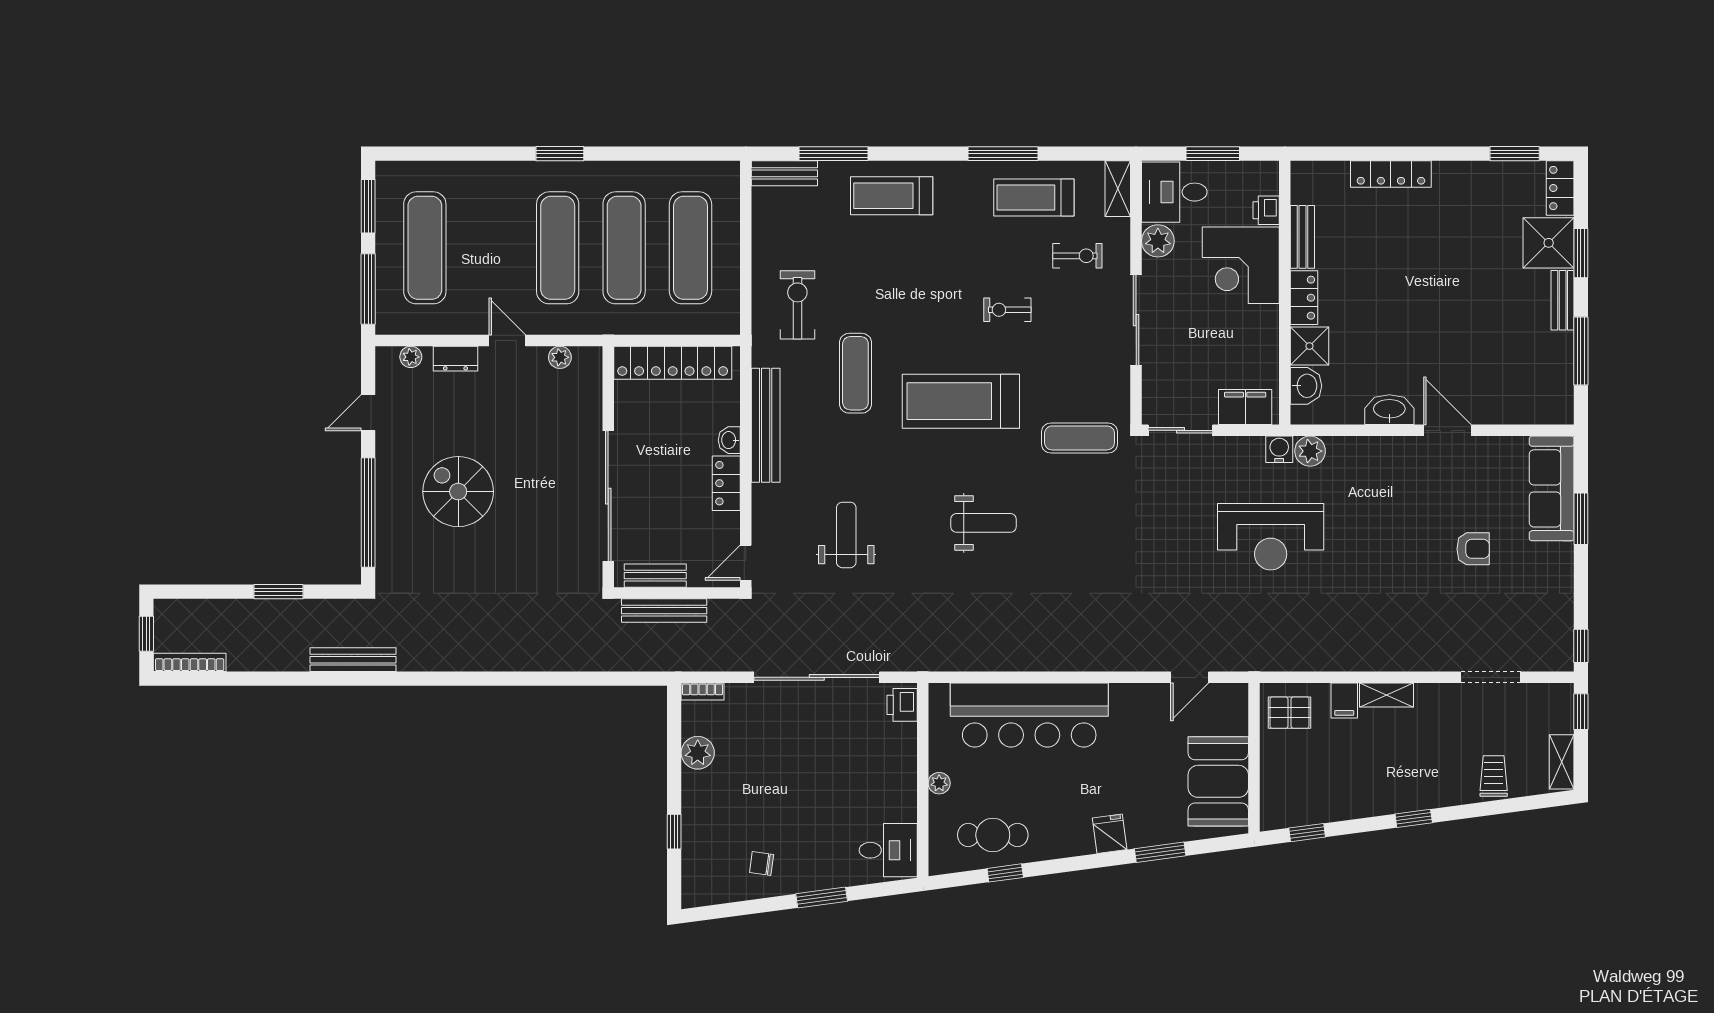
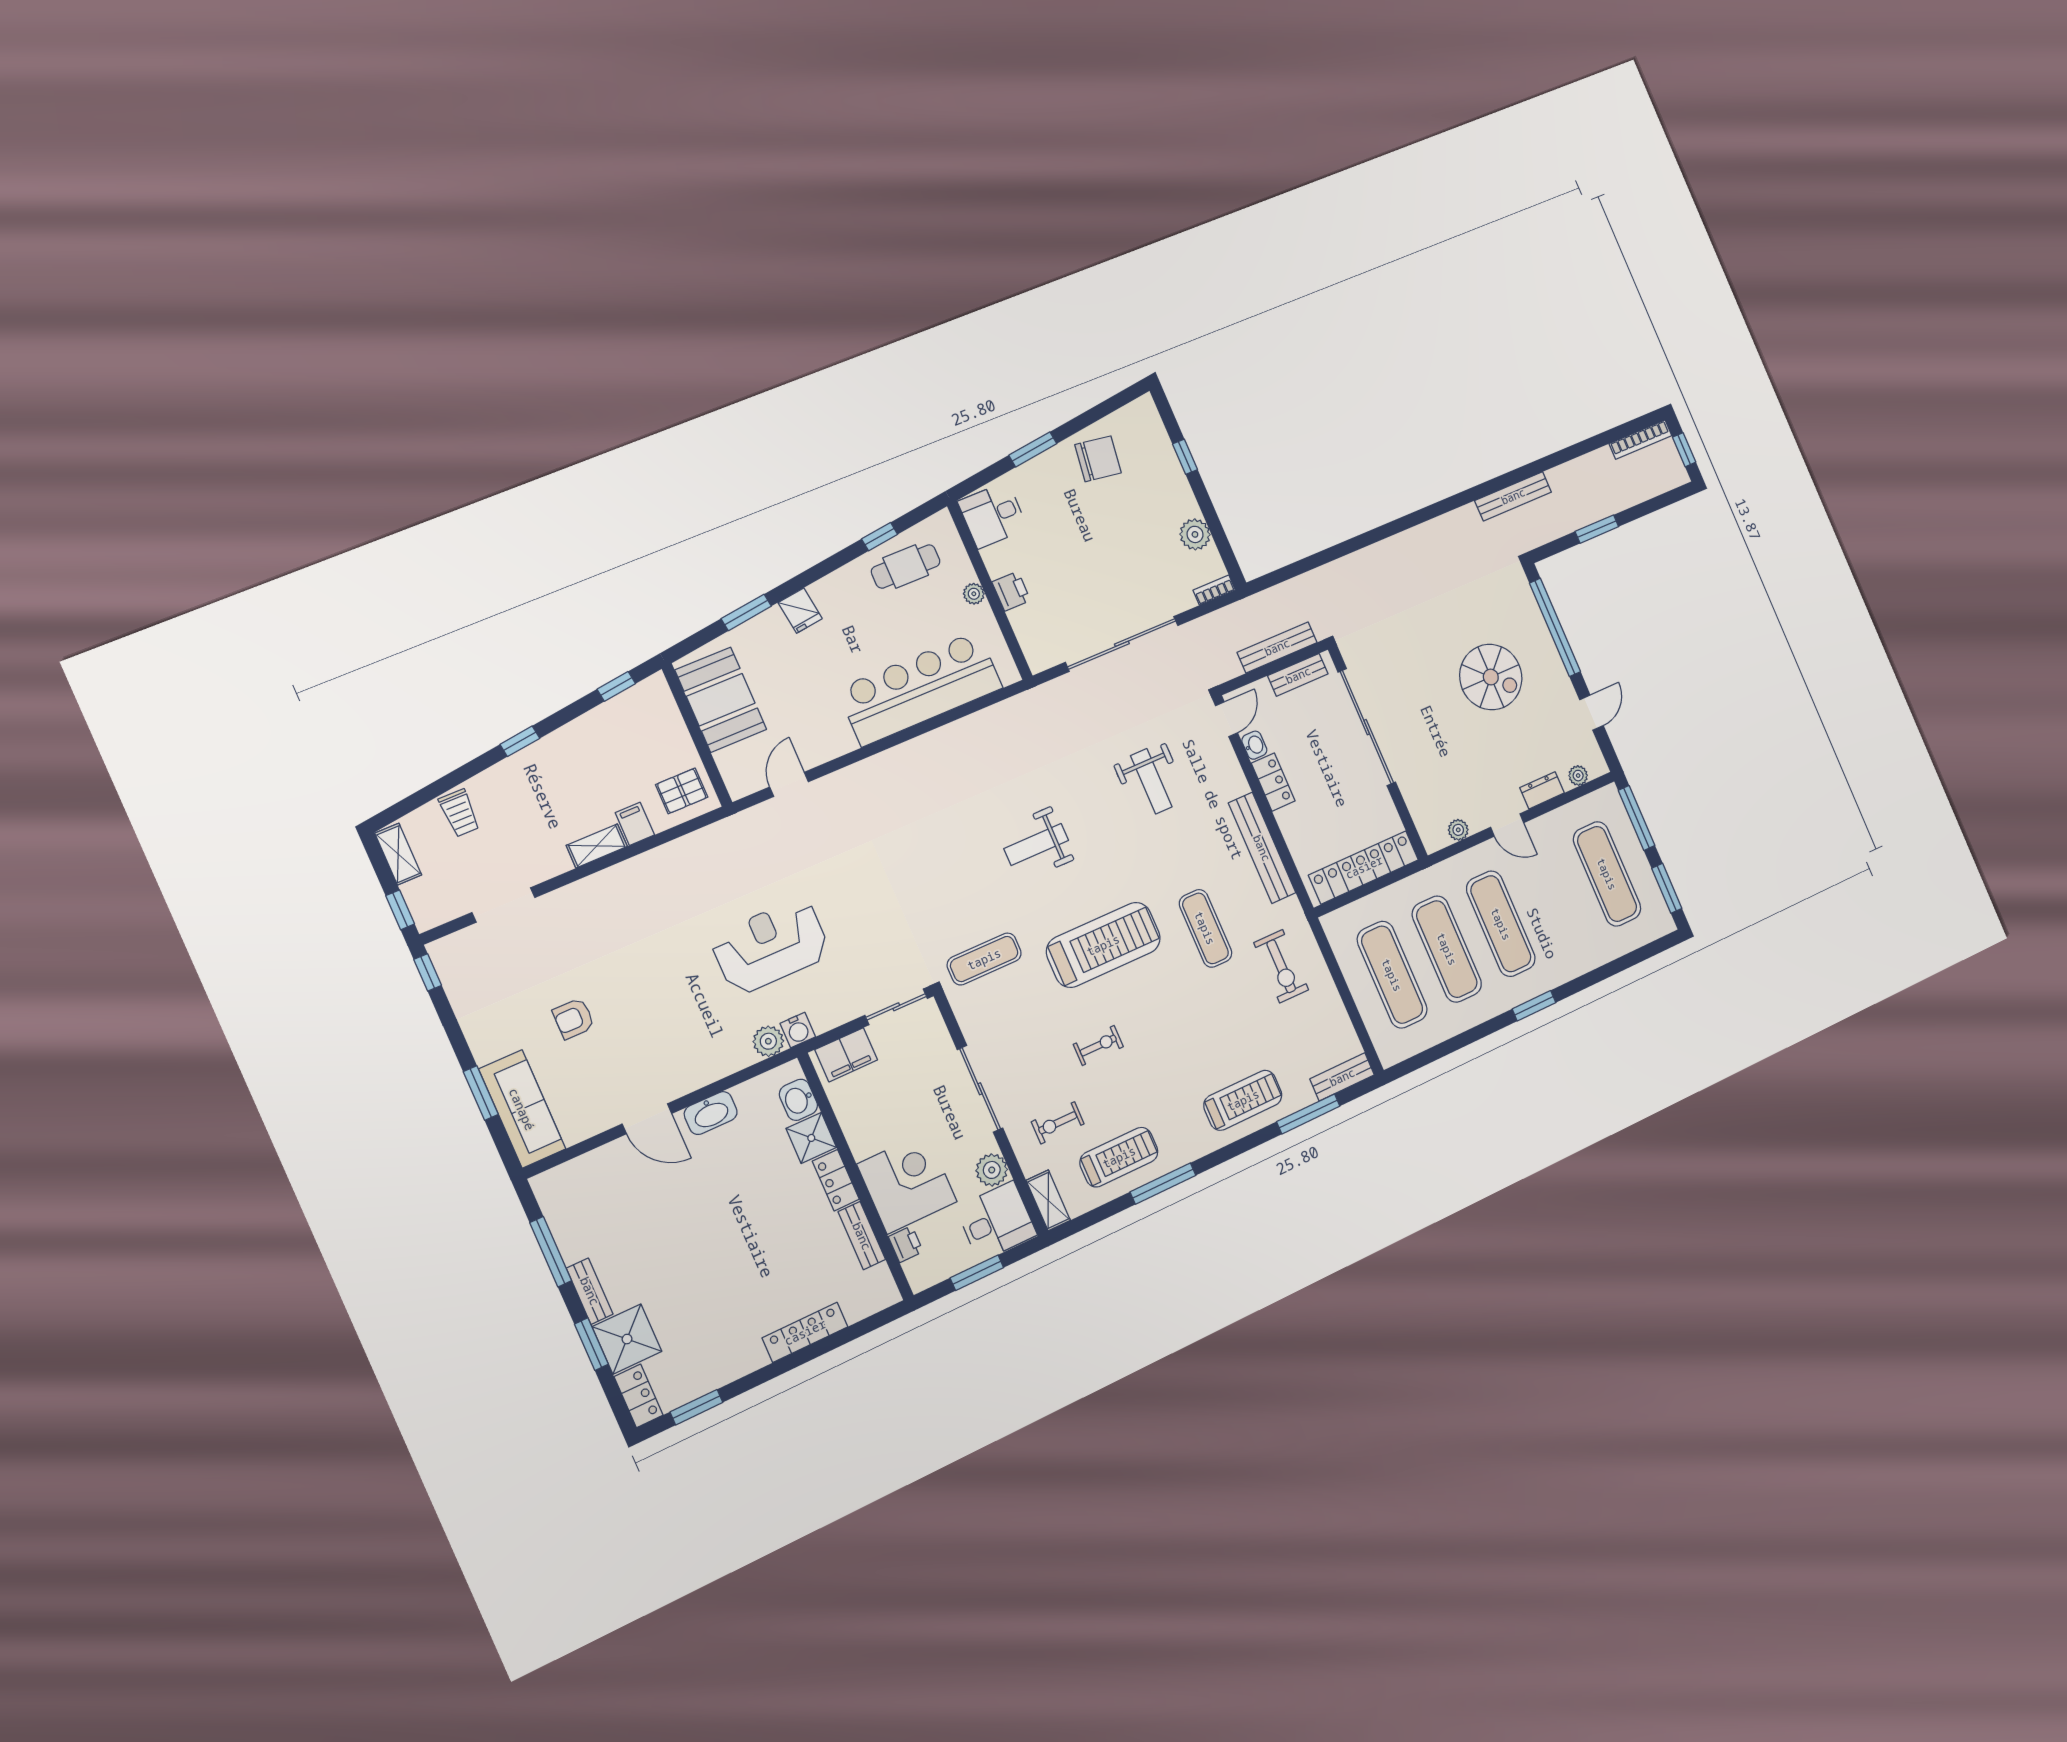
washbasin: (729, 440) -> (1254, 745), moved
printer: (902, 705) -> (1011, 591), moved
chair: (762, 863) -> (1098, 459), width x1.87, depth x1.87

